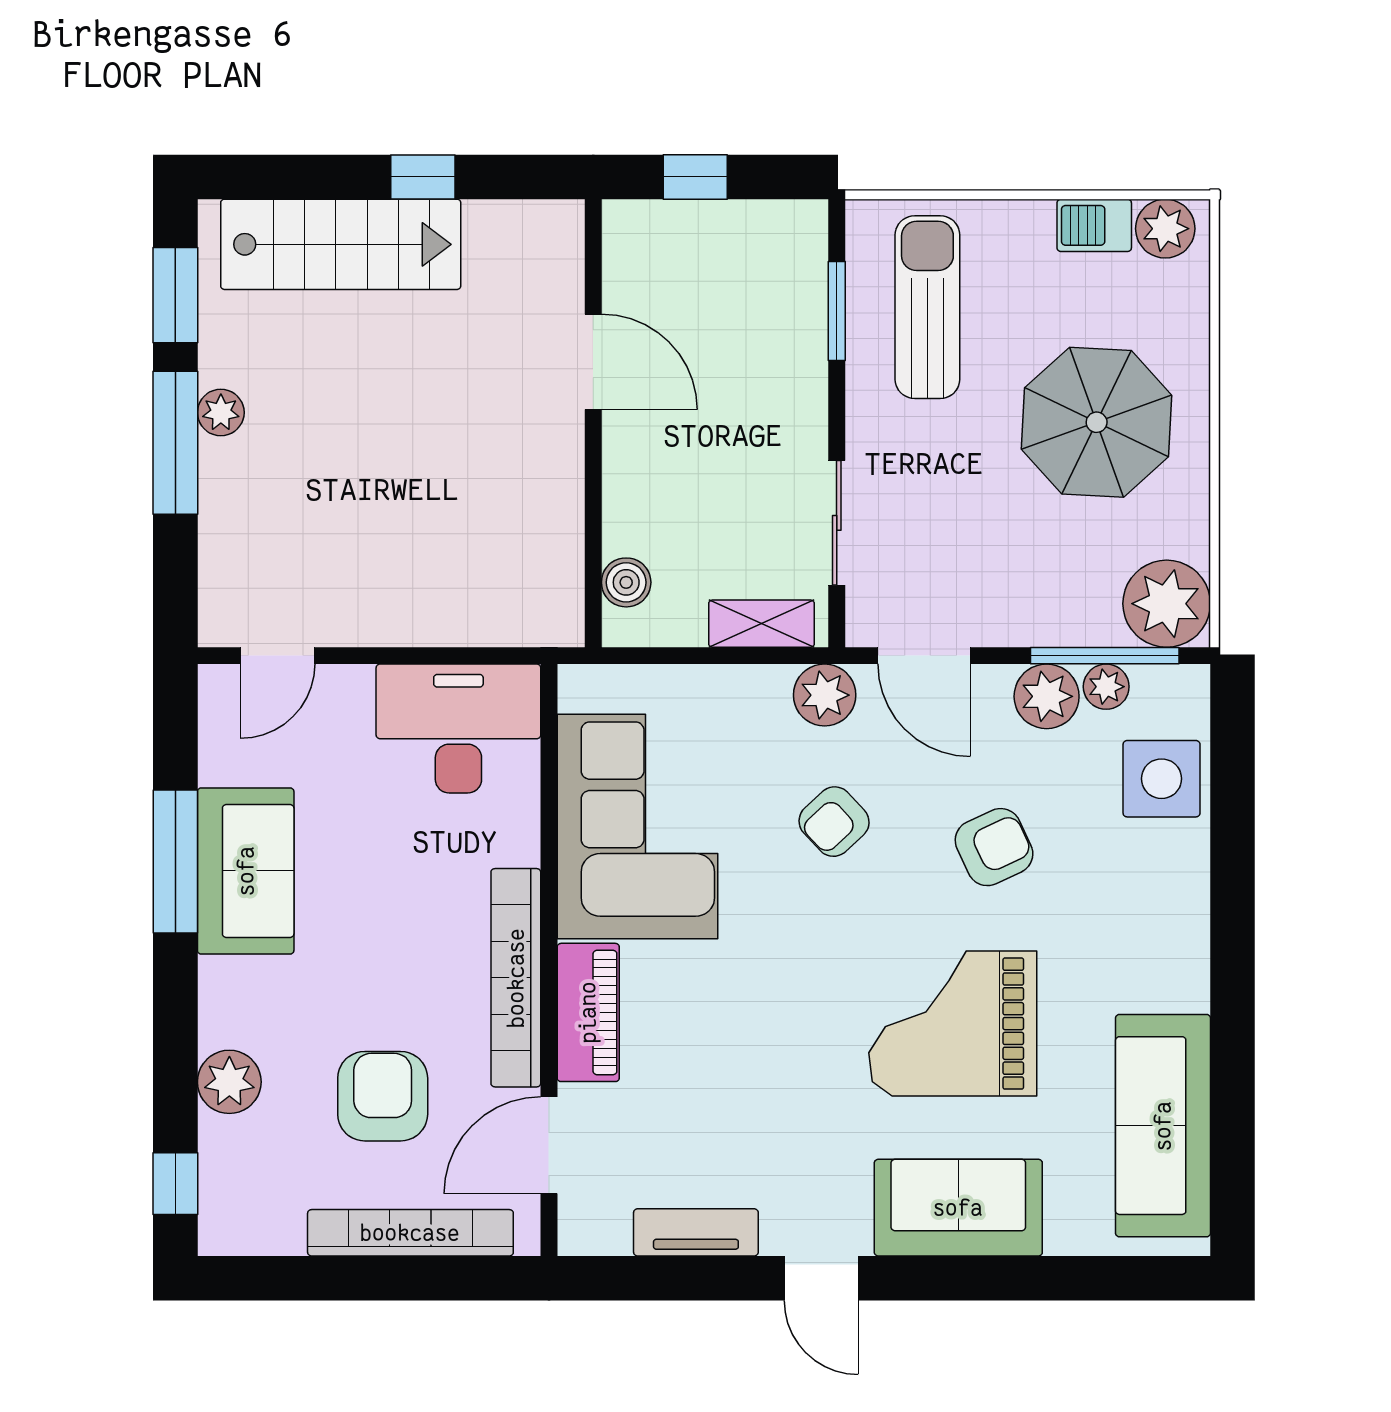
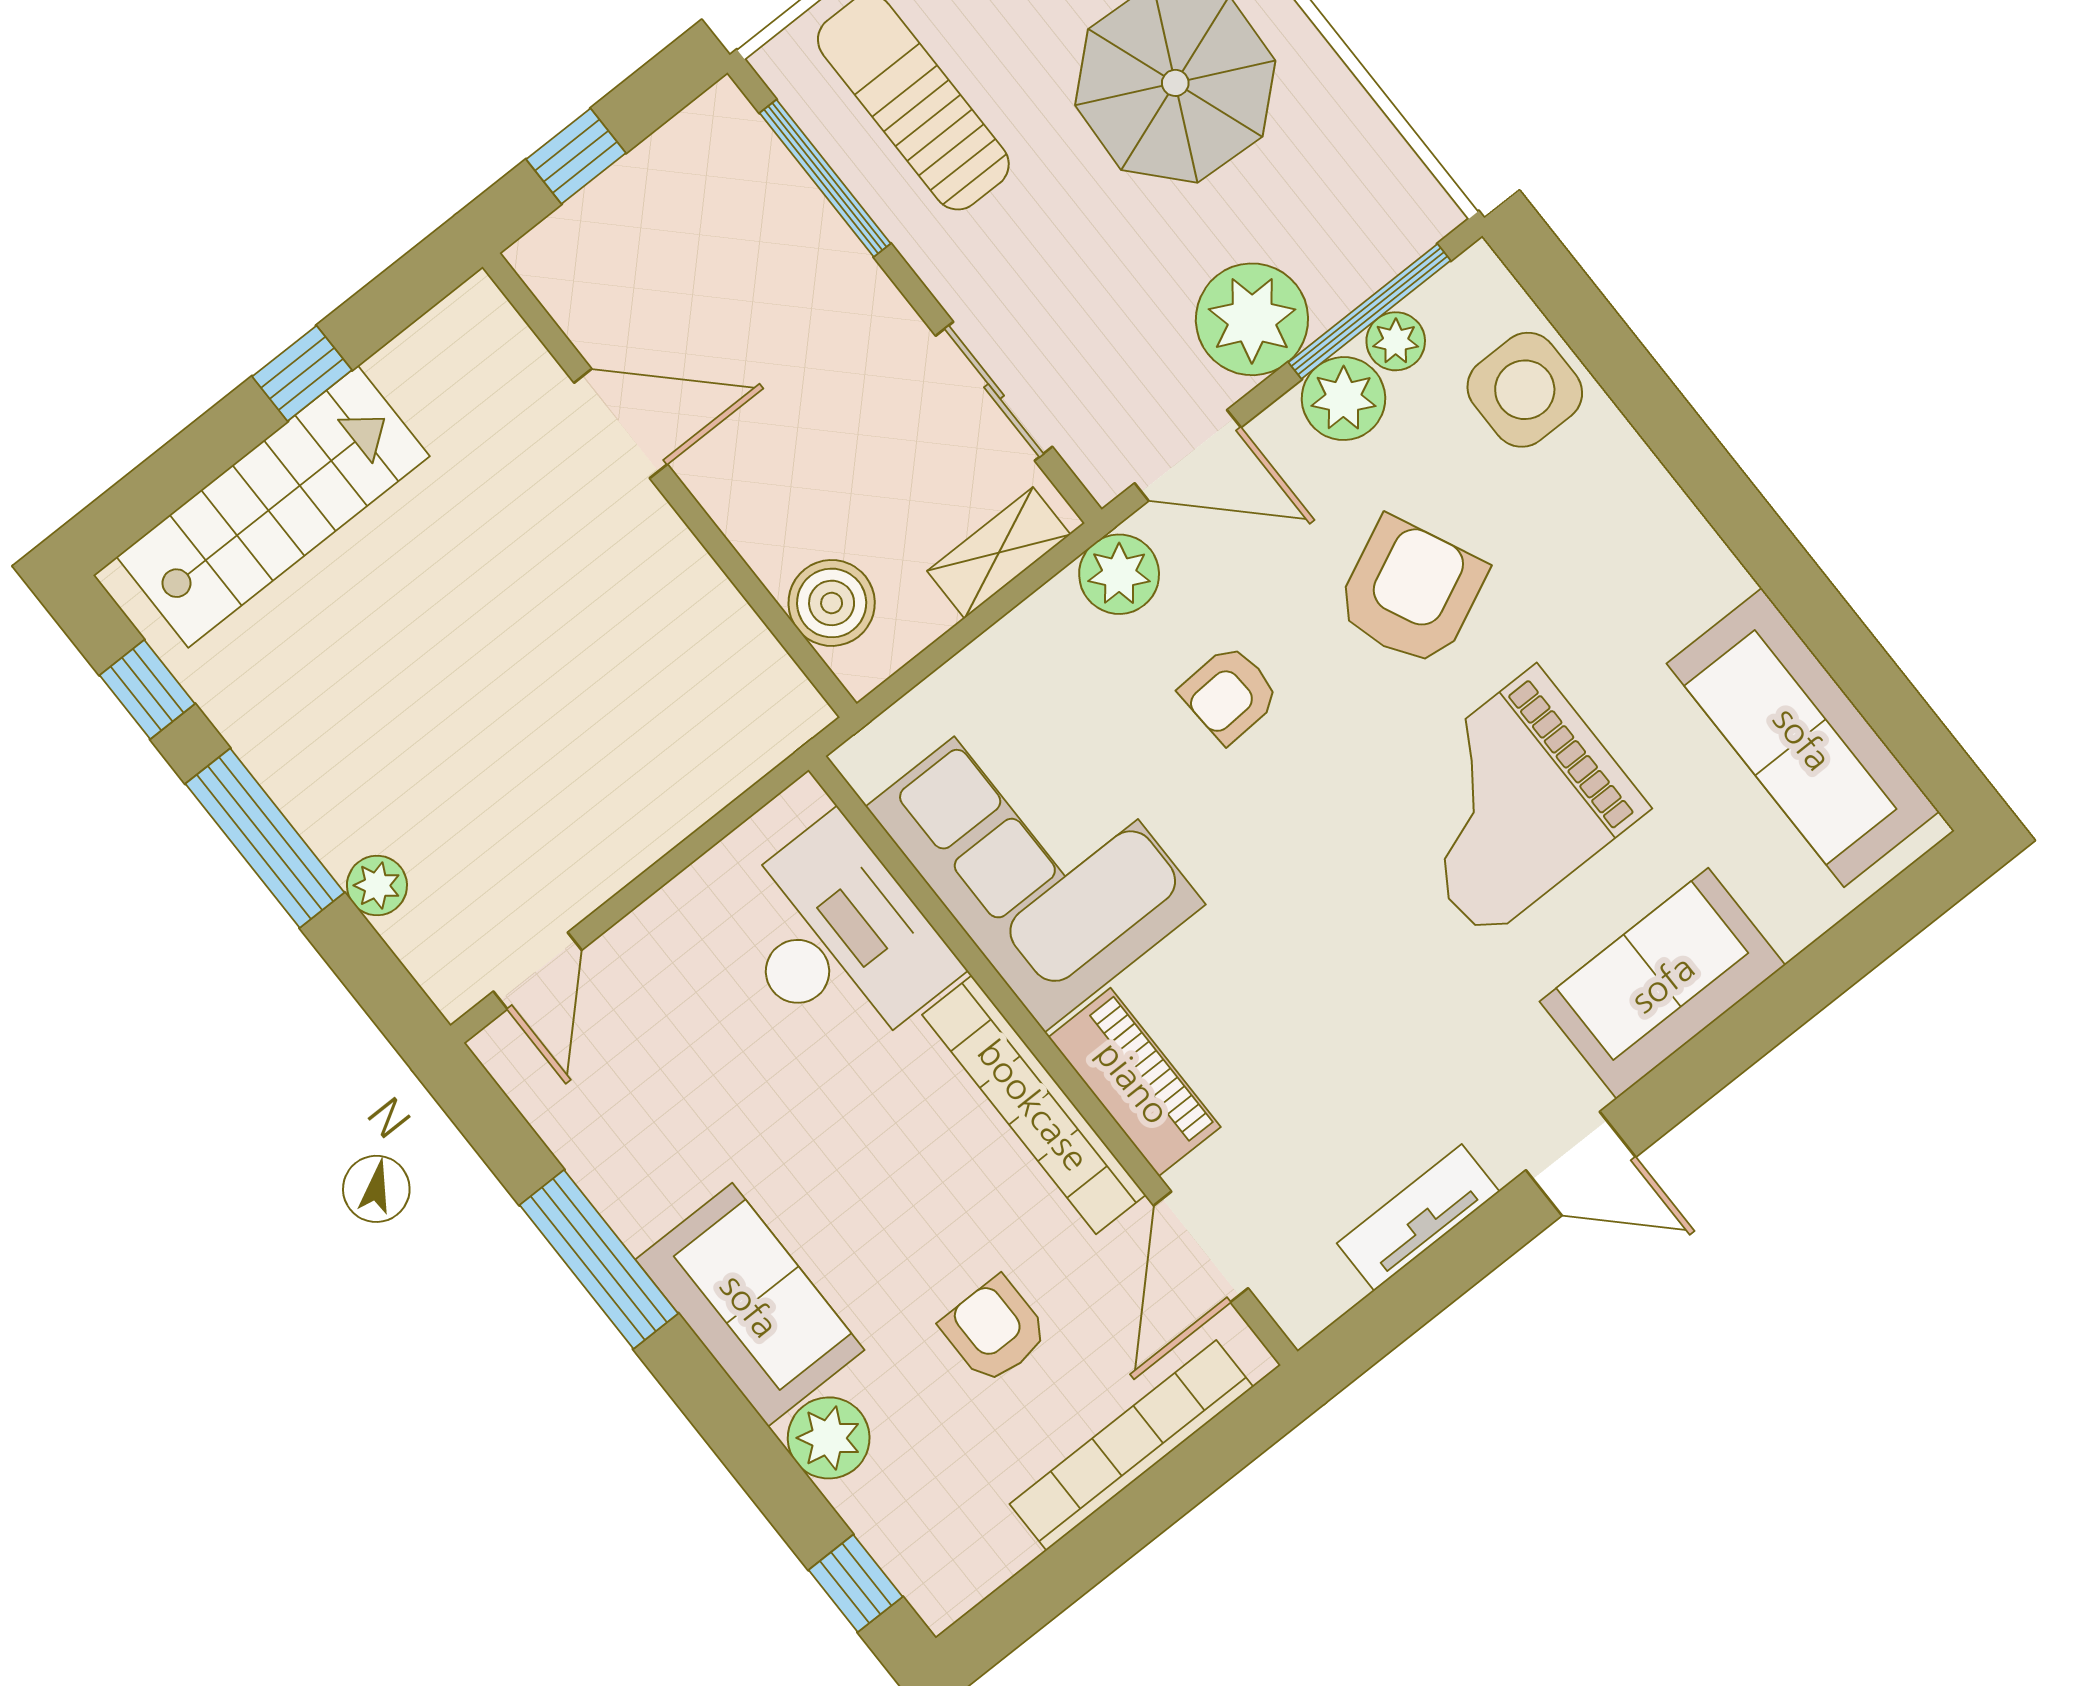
window: (175, 295) -> (147, 689), width x0.67
window: (837, 311) -> (825, 178), width x1.44
plant: (221, 413) -> (377, 885), moved
boiler: (626, 582) -> (832, 603), width x1.36, depth x1.36
plant: (1167, 604) -> (1252, 319), moved
desk: (458, 729) -> (838, 939), moved, turned 90
armchair: (834, 822) -> (1230, 694), turned 40
armchair: (994, 847) -> (1411, 592), width x1.38, depth x1.38
sofa: (246, 871) -> (750, 1305), moved
armchair: (383, 1096) -> (994, 1330), width x0.72, depth x0.72

